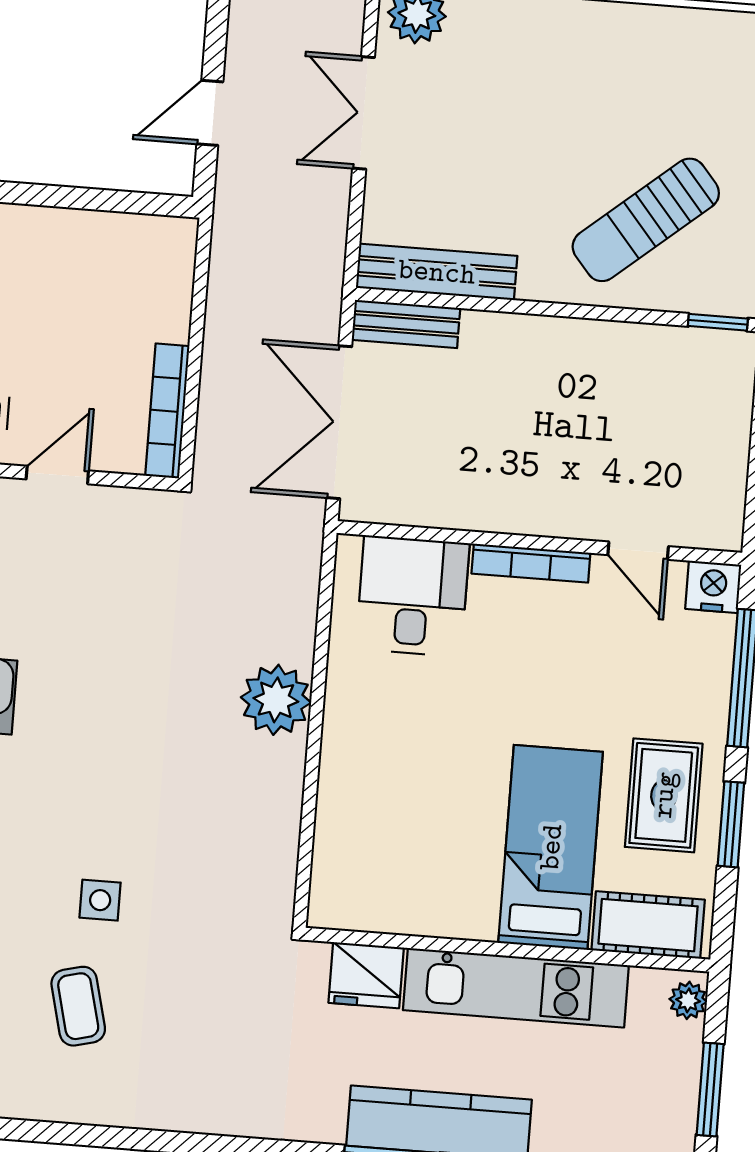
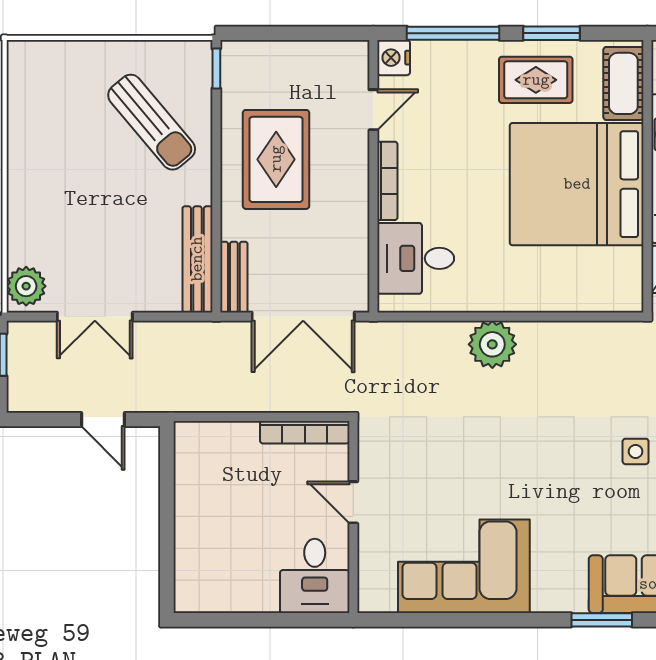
rug: (576, 400) -> (276, 159), added
bed: (551, 847) -> (577, 184), width x2.04

